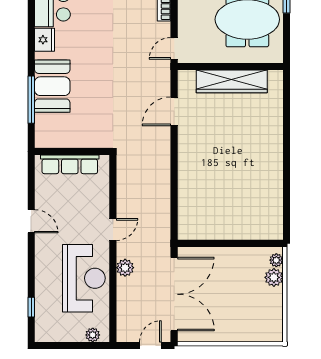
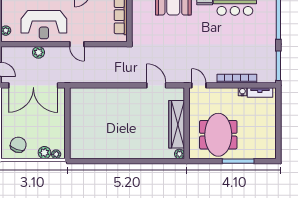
plant: (276, 77) -> (179, 154), added
plant: (125, 268) -> (38, 52), moved
chair: (262, 316) -> (18, 145), added

